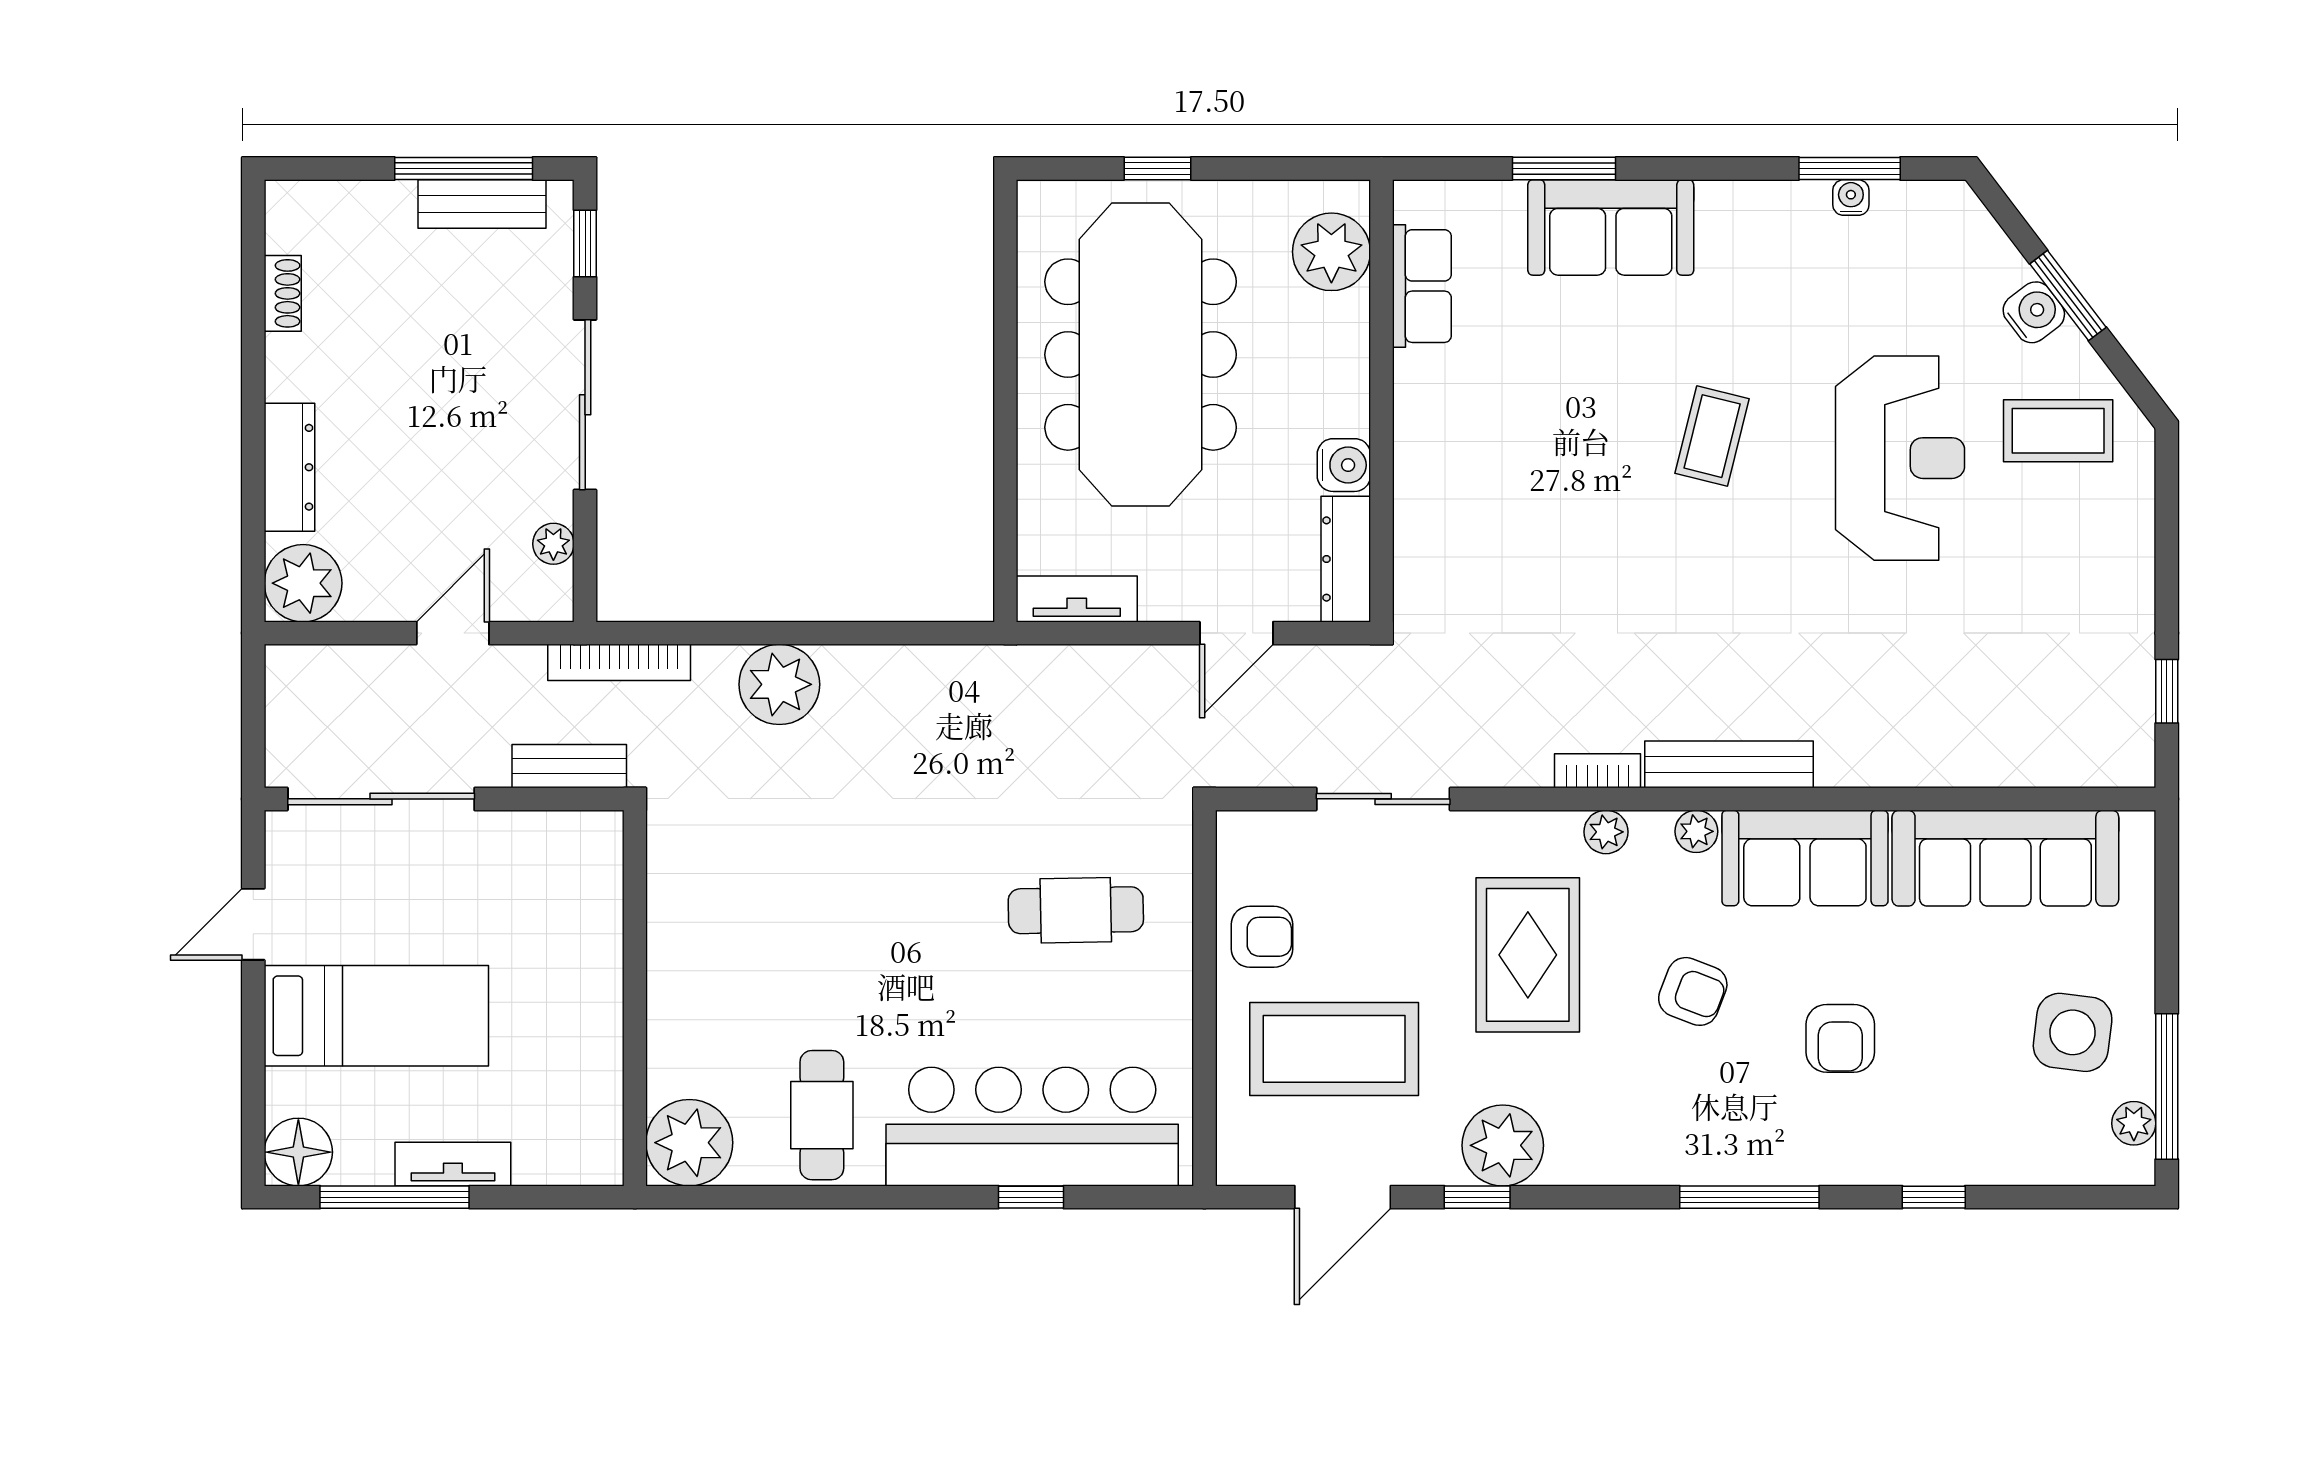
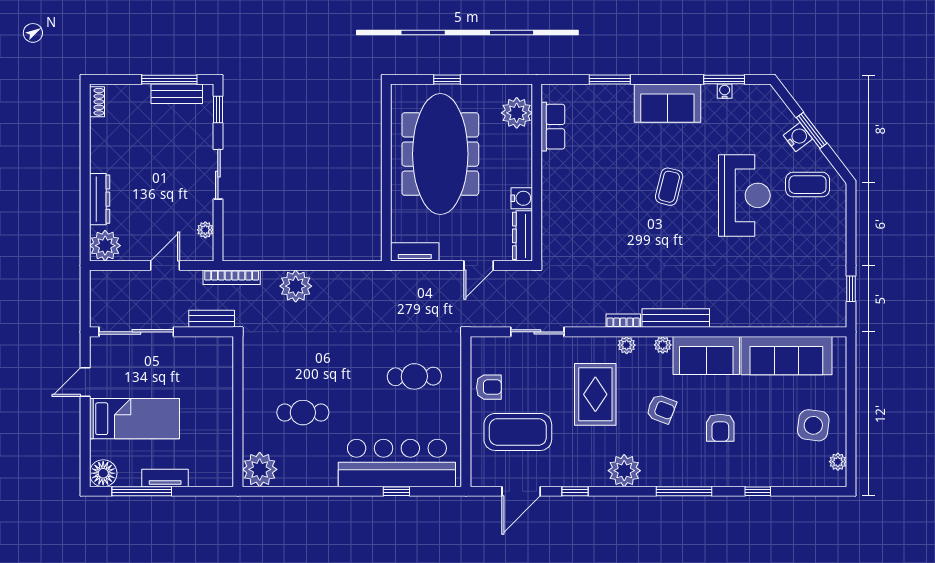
sofa: (1611, 227) -> (667, 103), moved
shoe rack: (283, 293) -> (97, 102), moved
sliding door: (585, 405) -> (218, 174), width x0.73
window: (2167, 1086) -> (851, 447), removed
cafe table: (822, 1115) -> (303, 413), moved, turned 90
plant: (1503, 1145) -> (624, 471), moved

